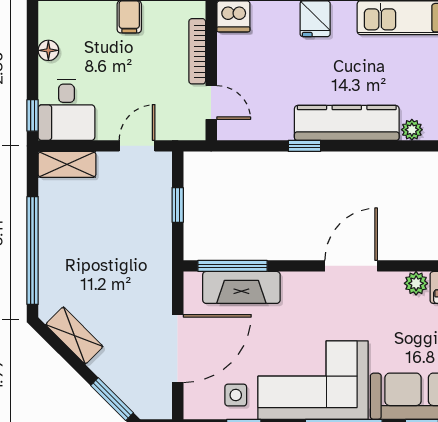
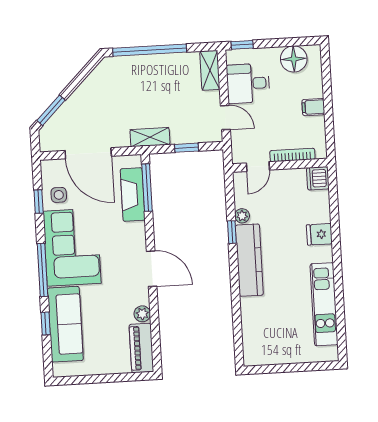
floor lamp: (48, 50) -> (294, 59), width x1.89, depth x1.89
desk: (66, 110) -> (248, 83), moved
plant: (412, 130) -> (242, 216), moved
shelving: (74, 335) -> (150, 137), moved, turned 45

